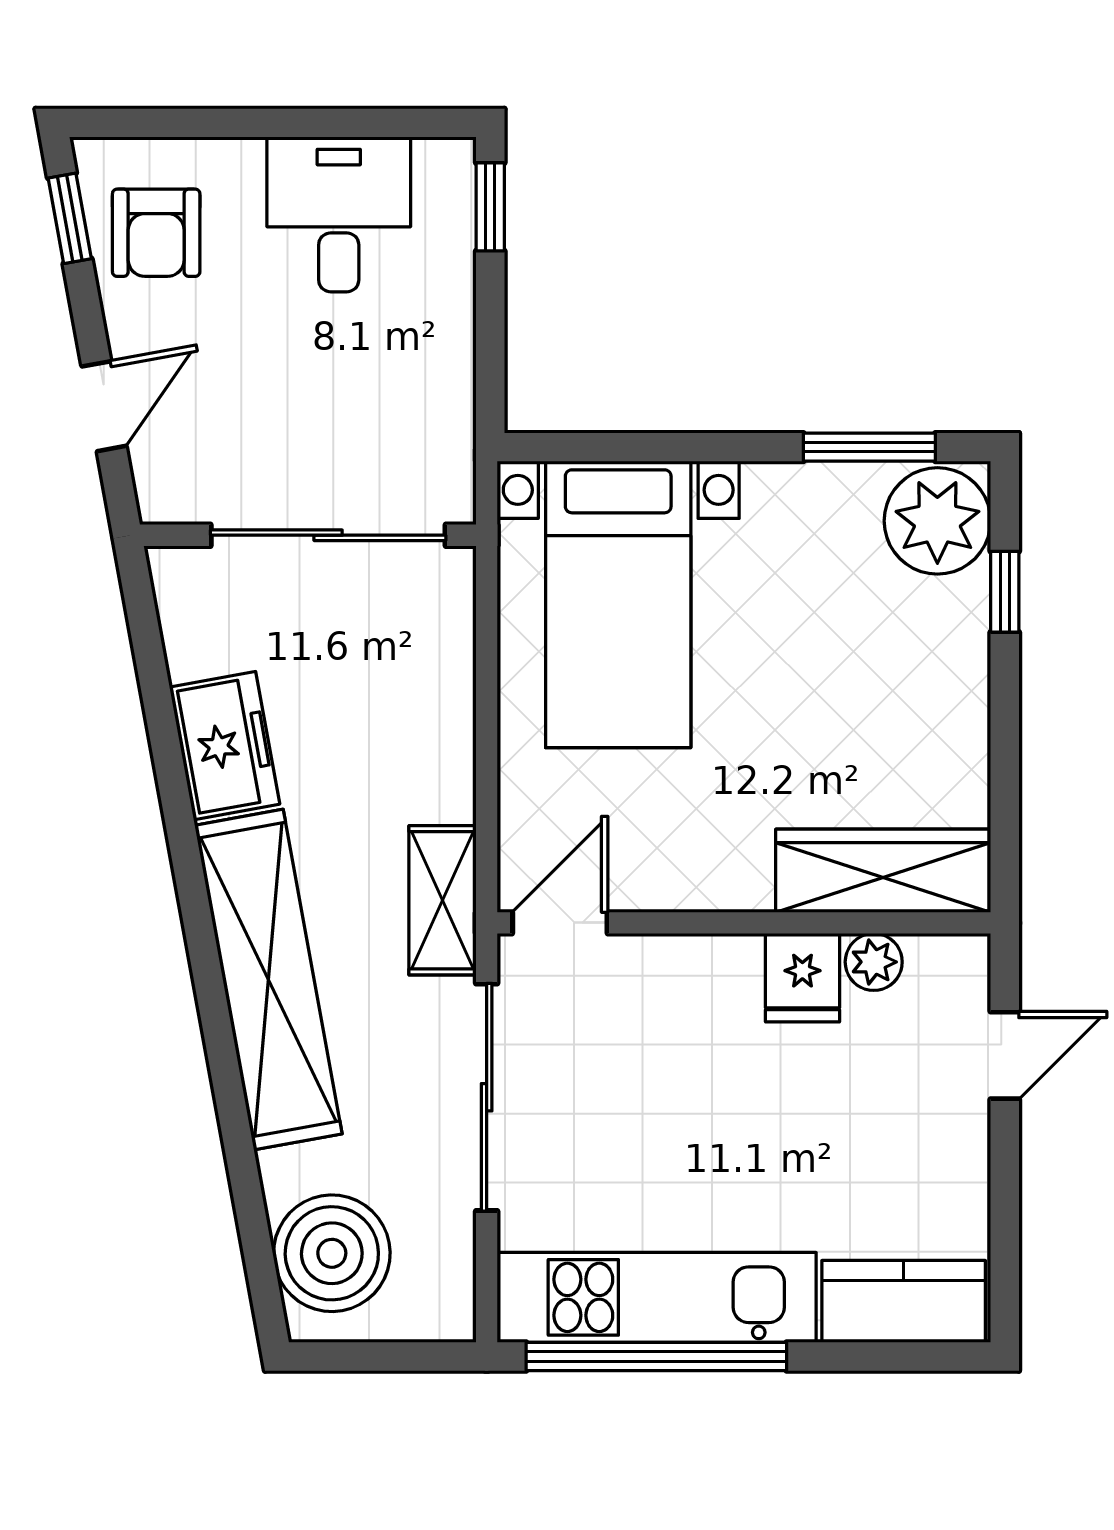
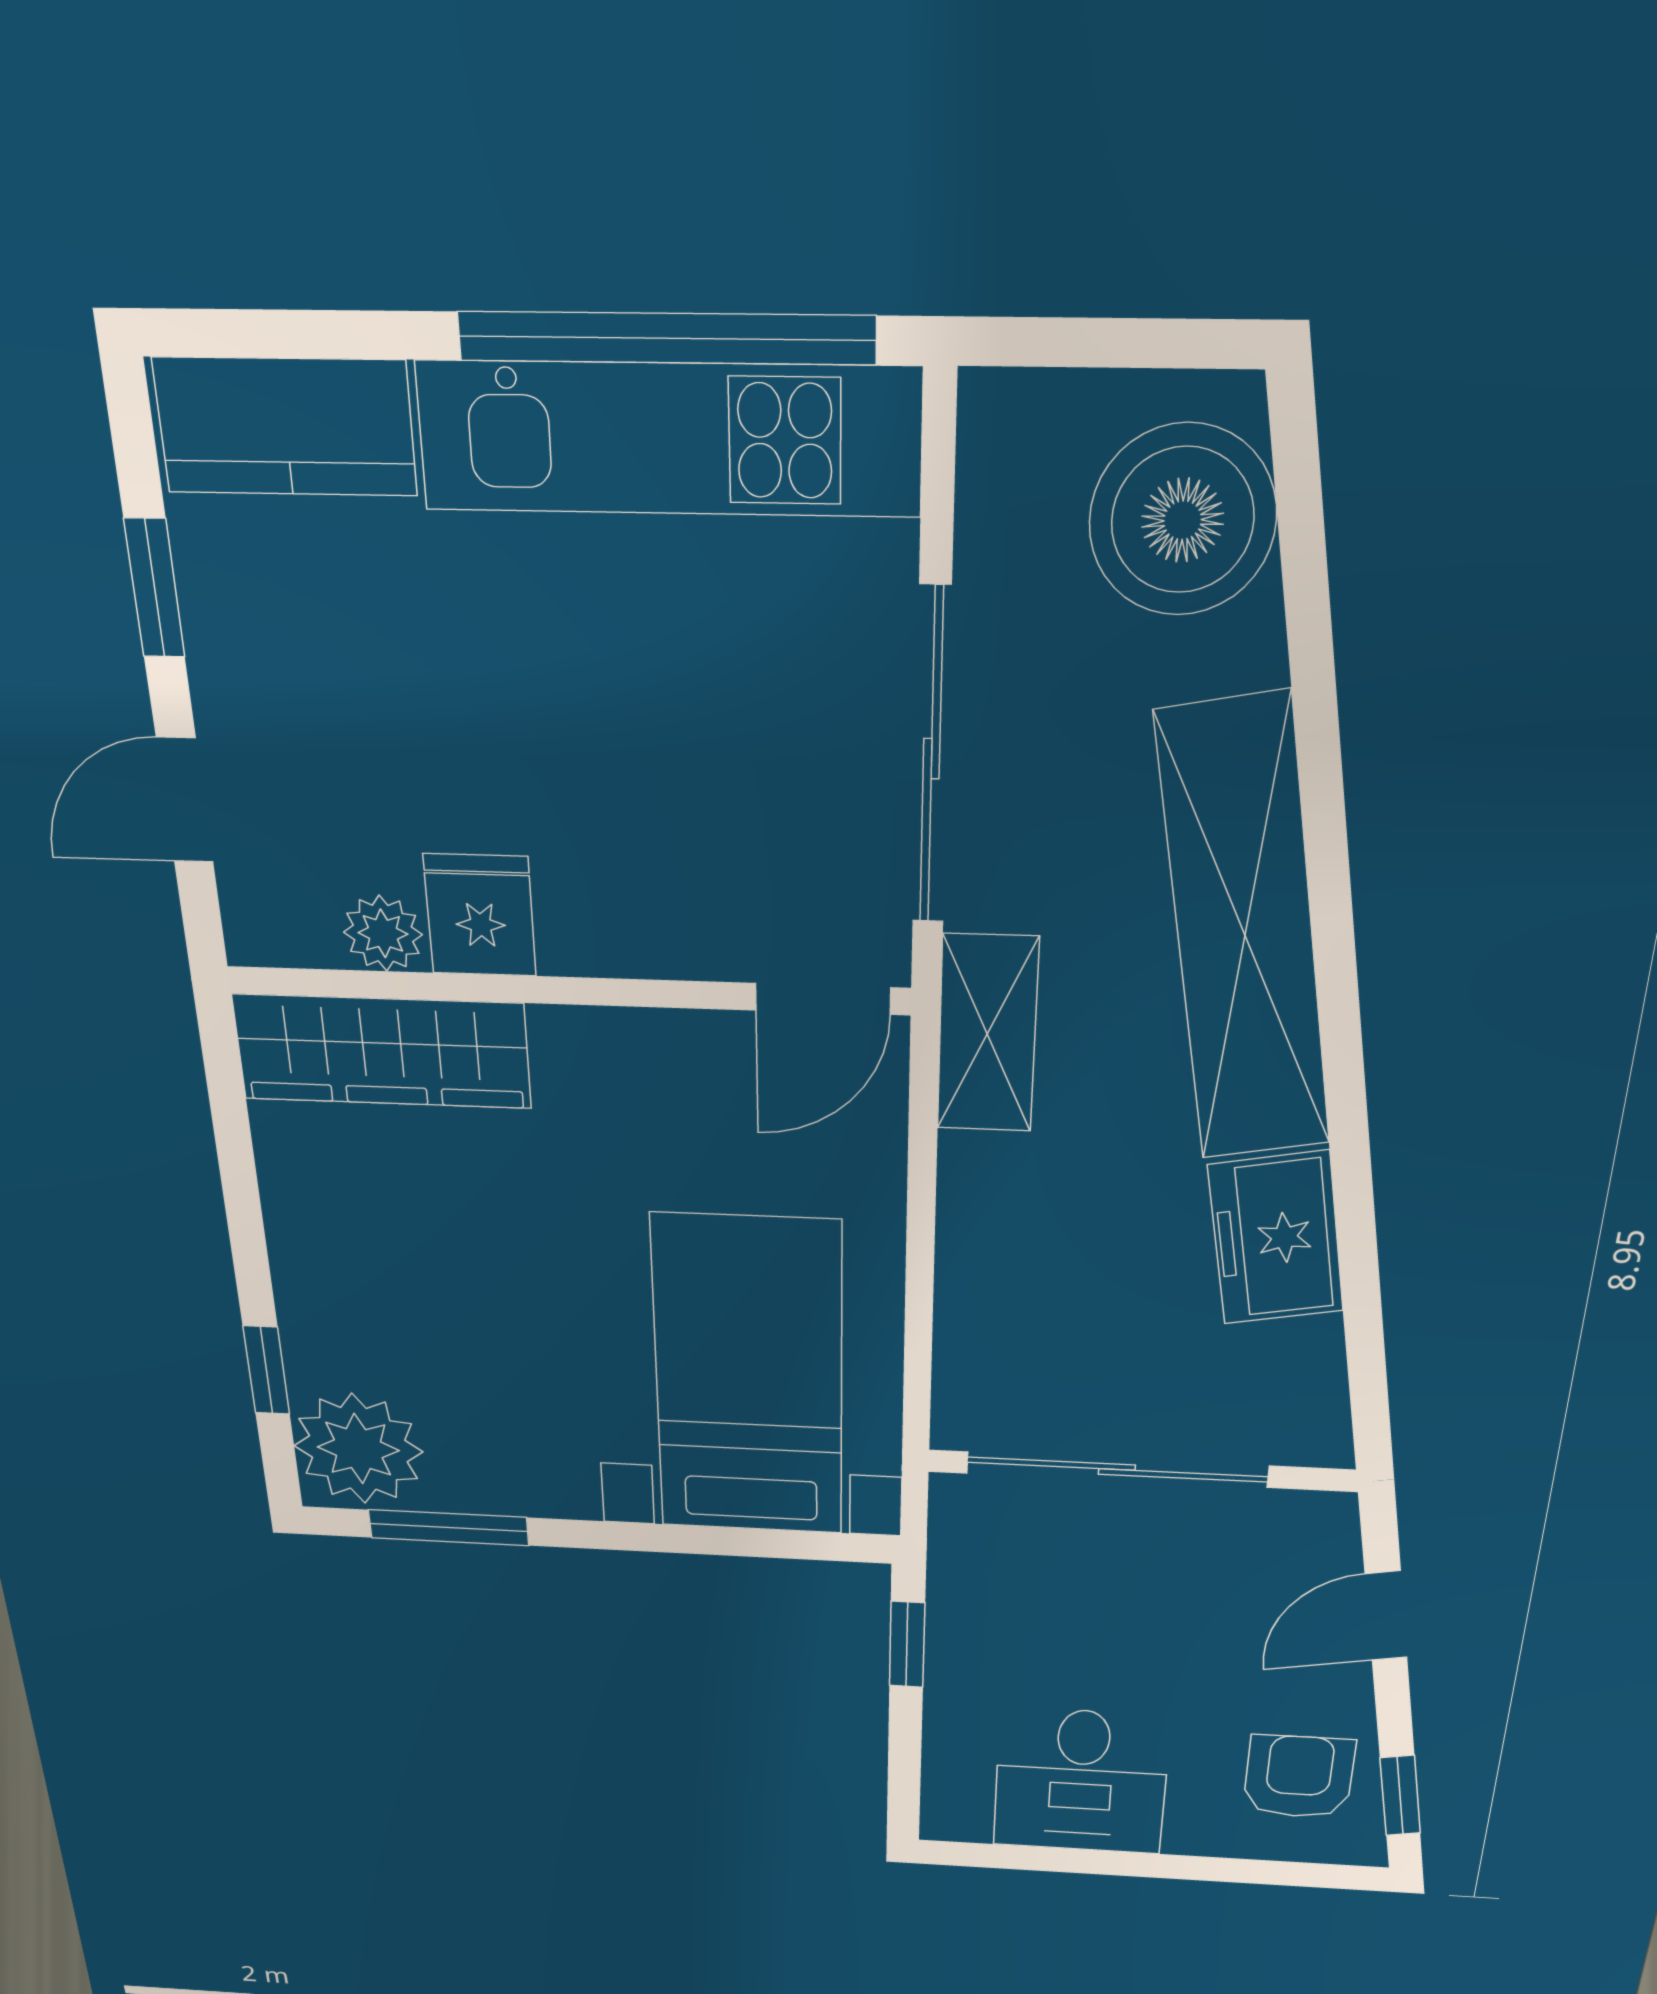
window: (490, 207) -> (907, 1645), moved
window: (1005, 1199) -> (155, 588), added

